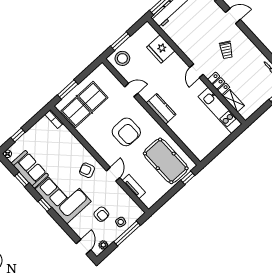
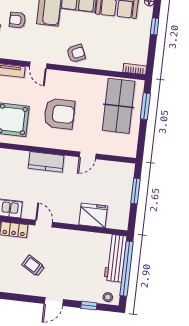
stool: (122, 58) -> (120, 177), removed
armchair: (126, 132) -> (59, 114), turned 180
armchair: (87, 170) -> (76, 53), moved

